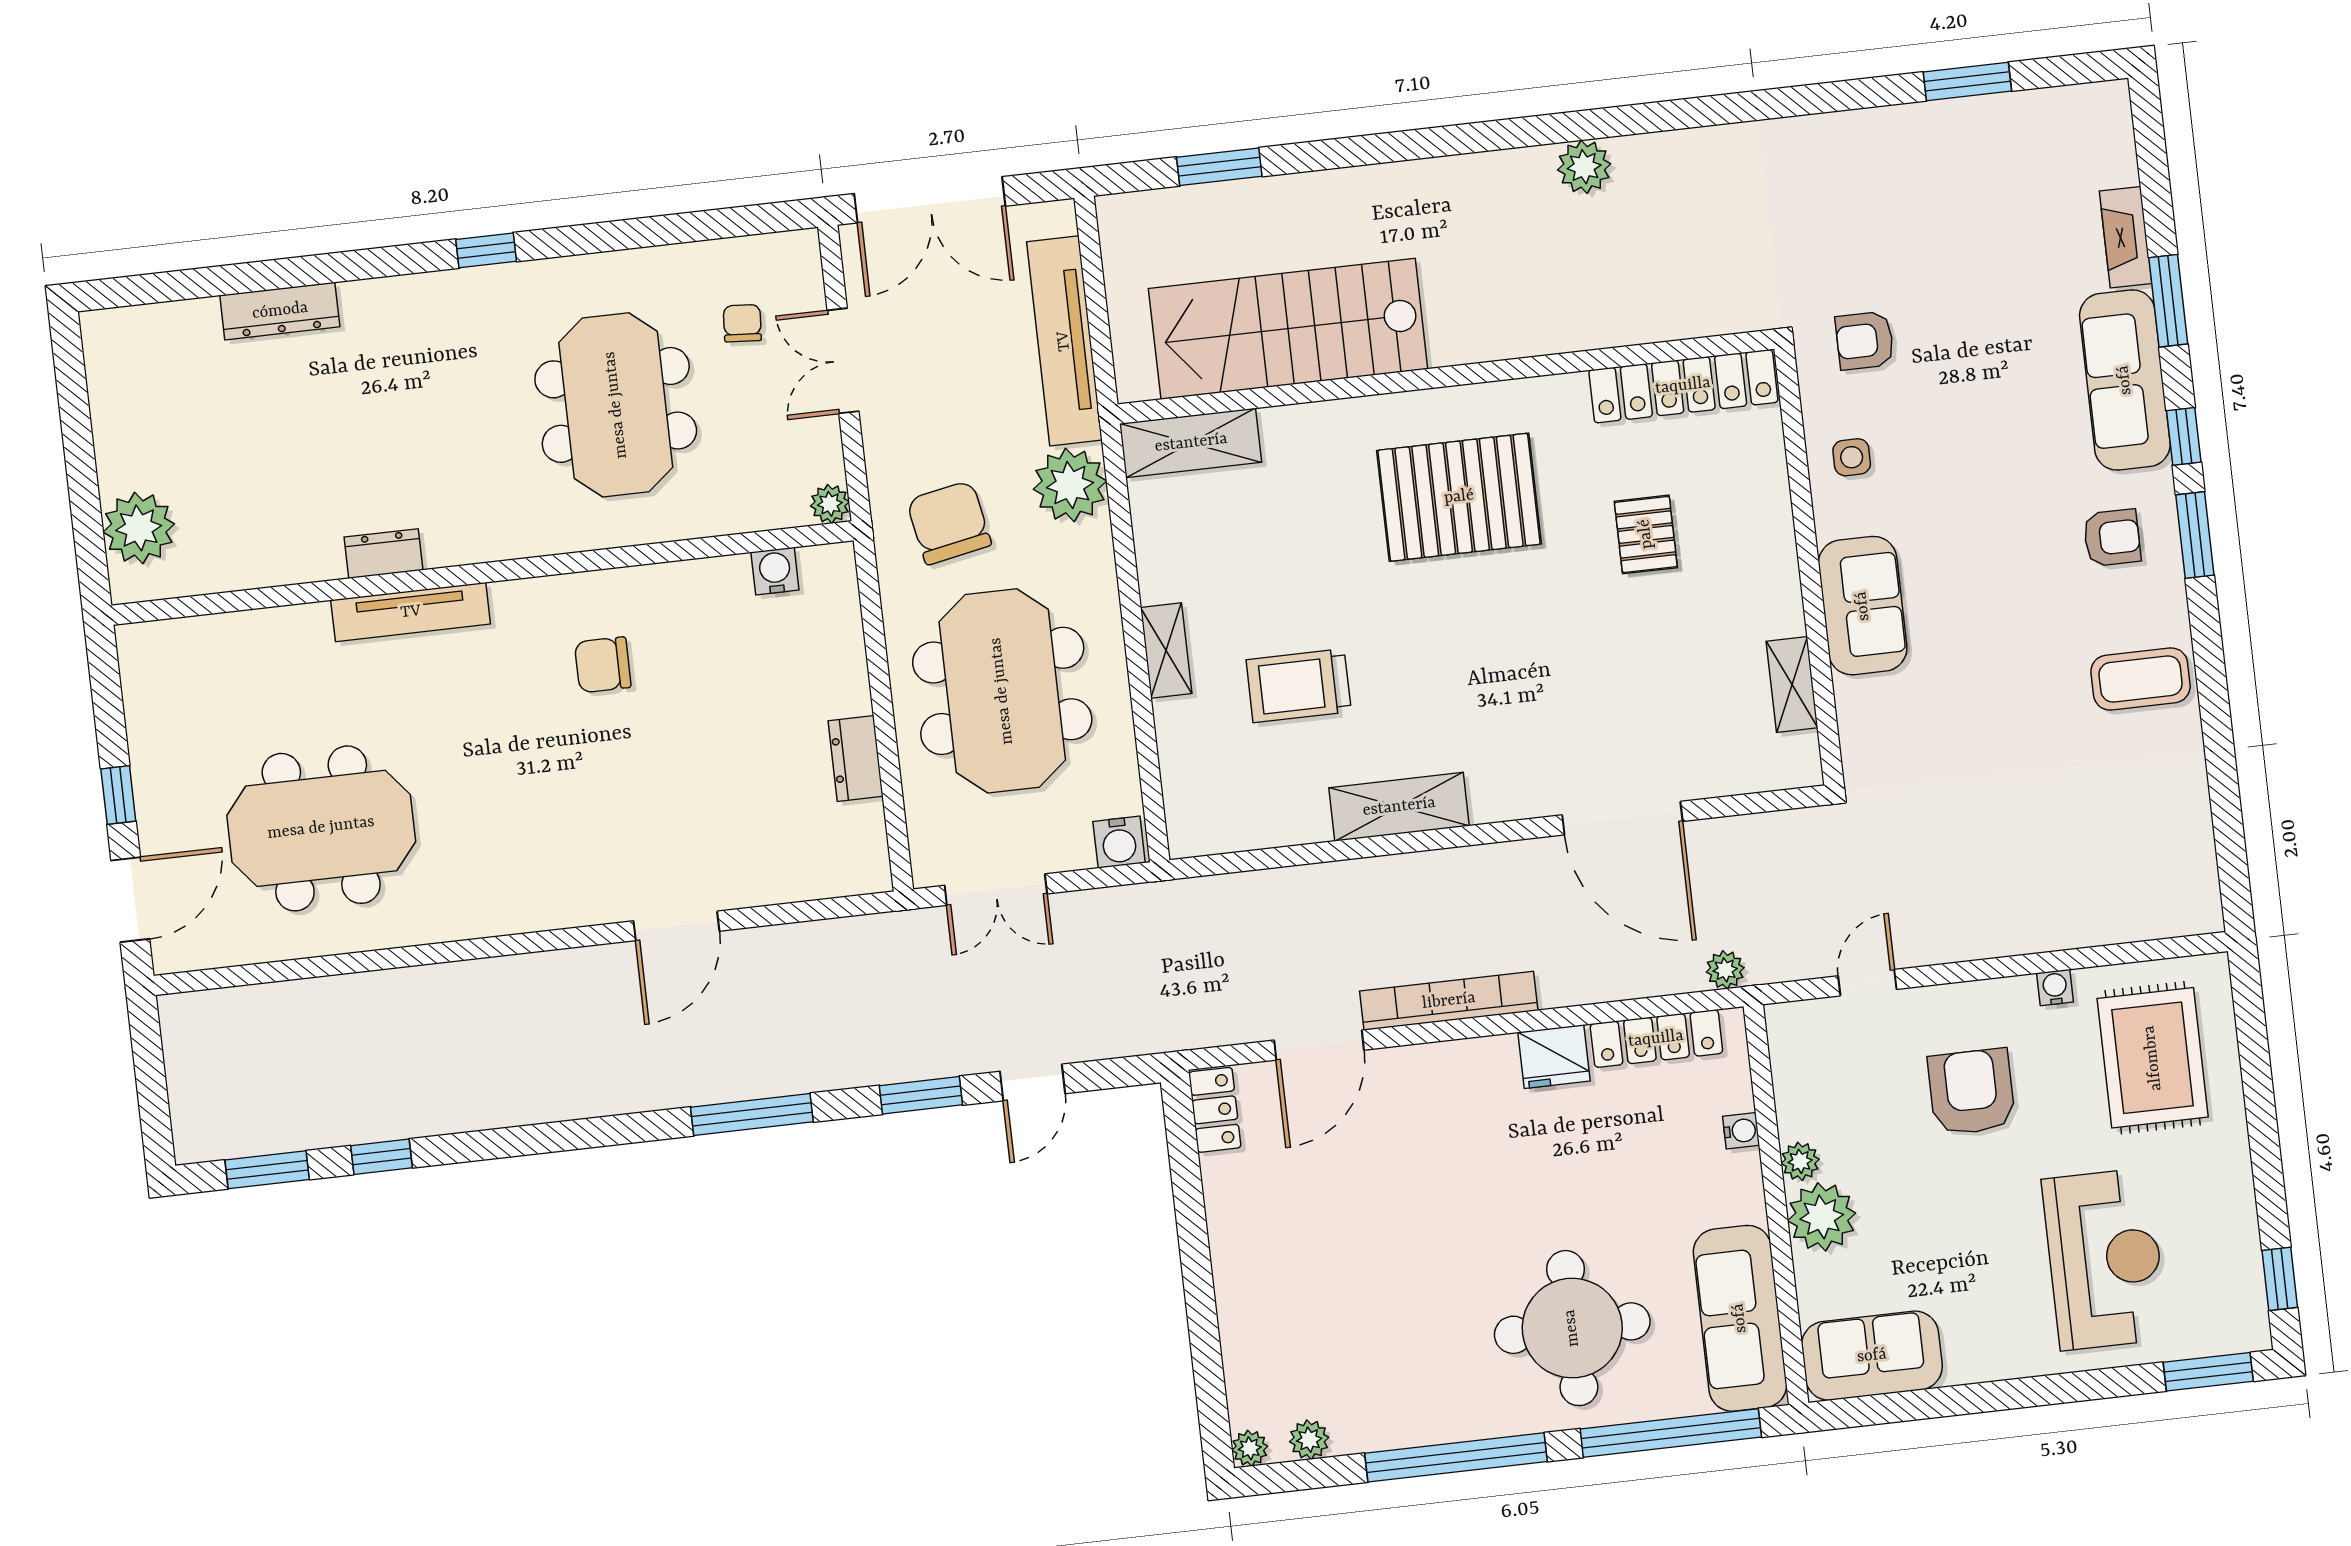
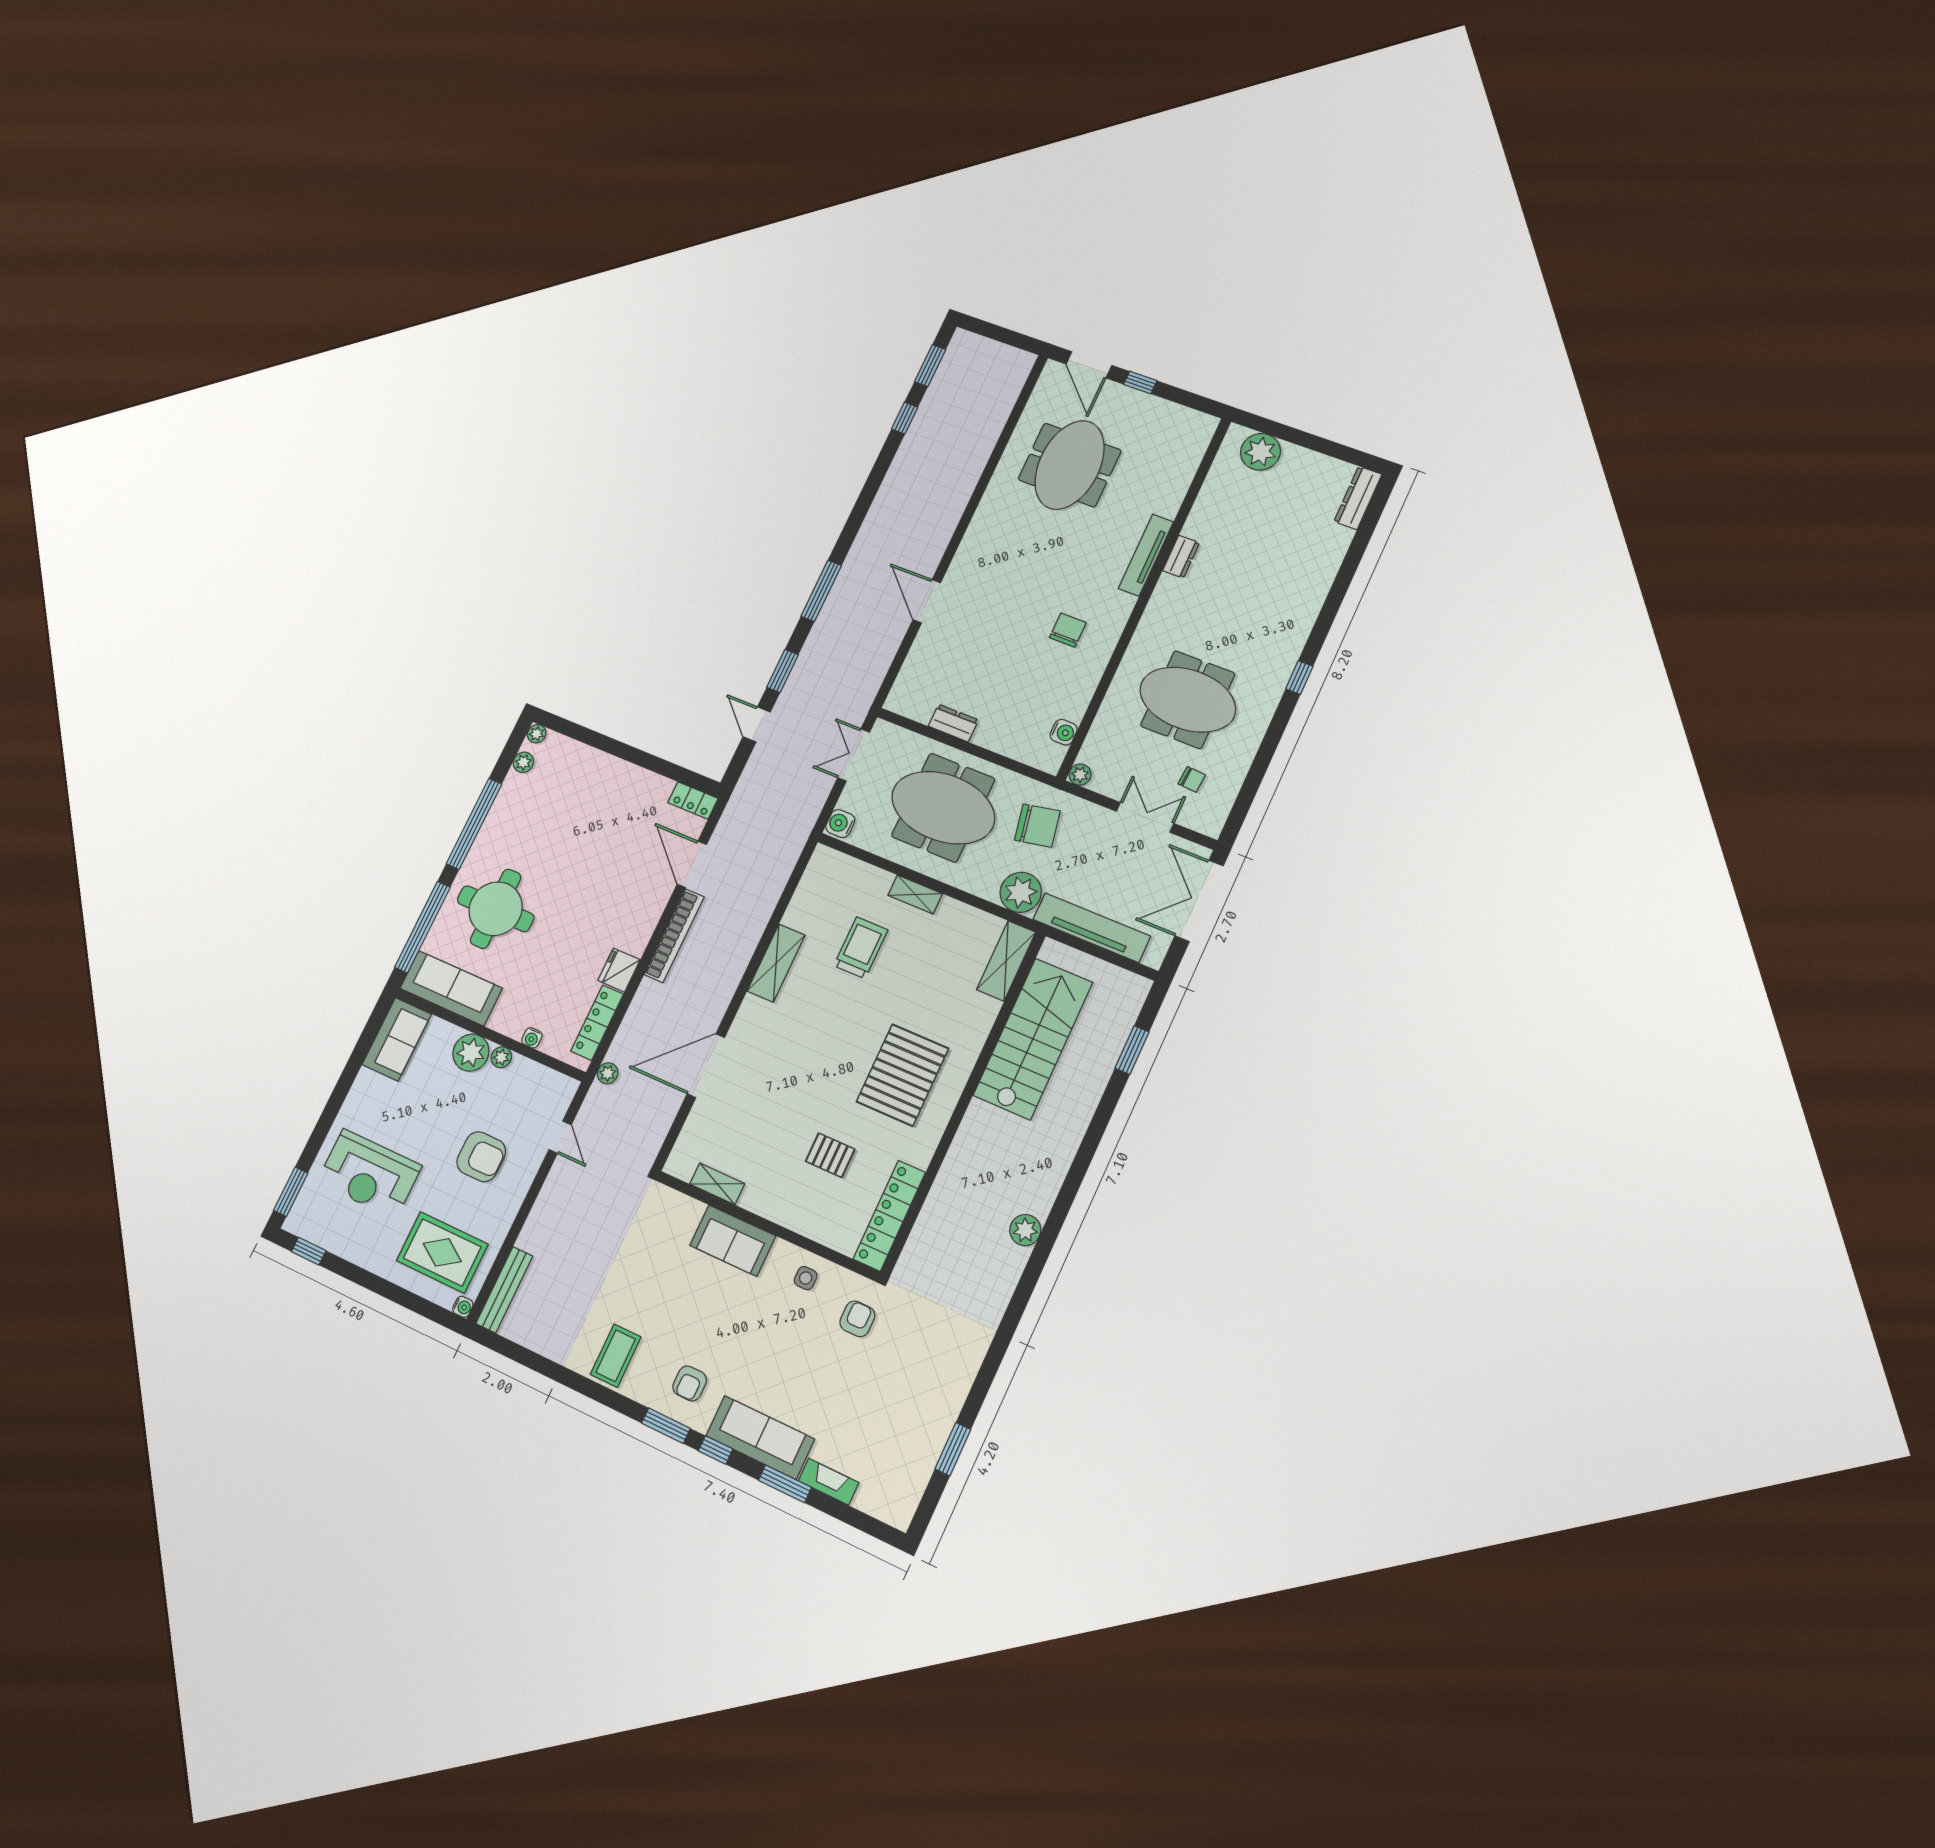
dresser: (280, 311) -> (1358, 498), moved
bench: (2149, 920) -> (504, 1290), added
water cooler: (2055, 988) -> (463, 1307), moved

